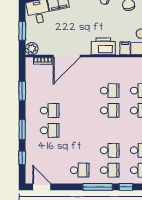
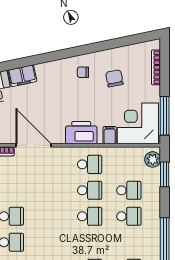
door: (67, 56) -> (34, 145), swing flipped
school desk: (110, 71) -> (90, 164), added

